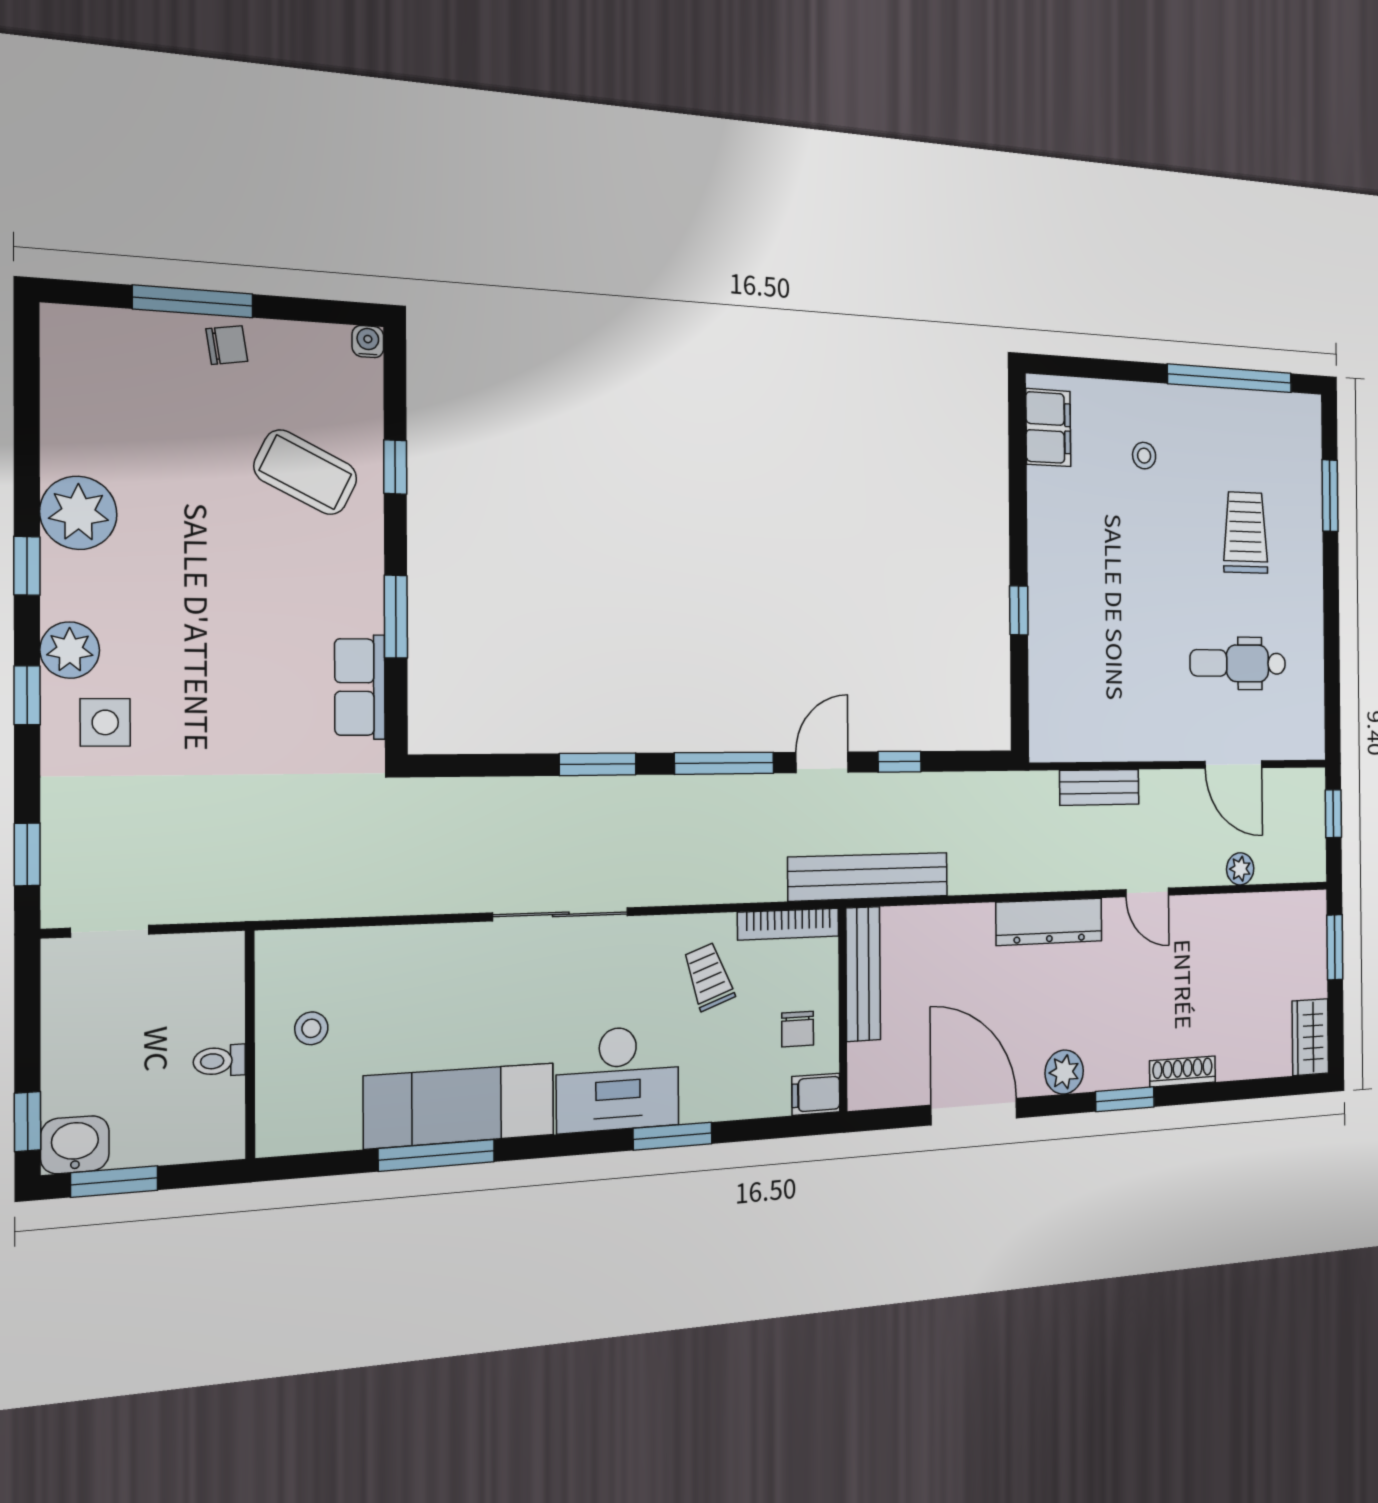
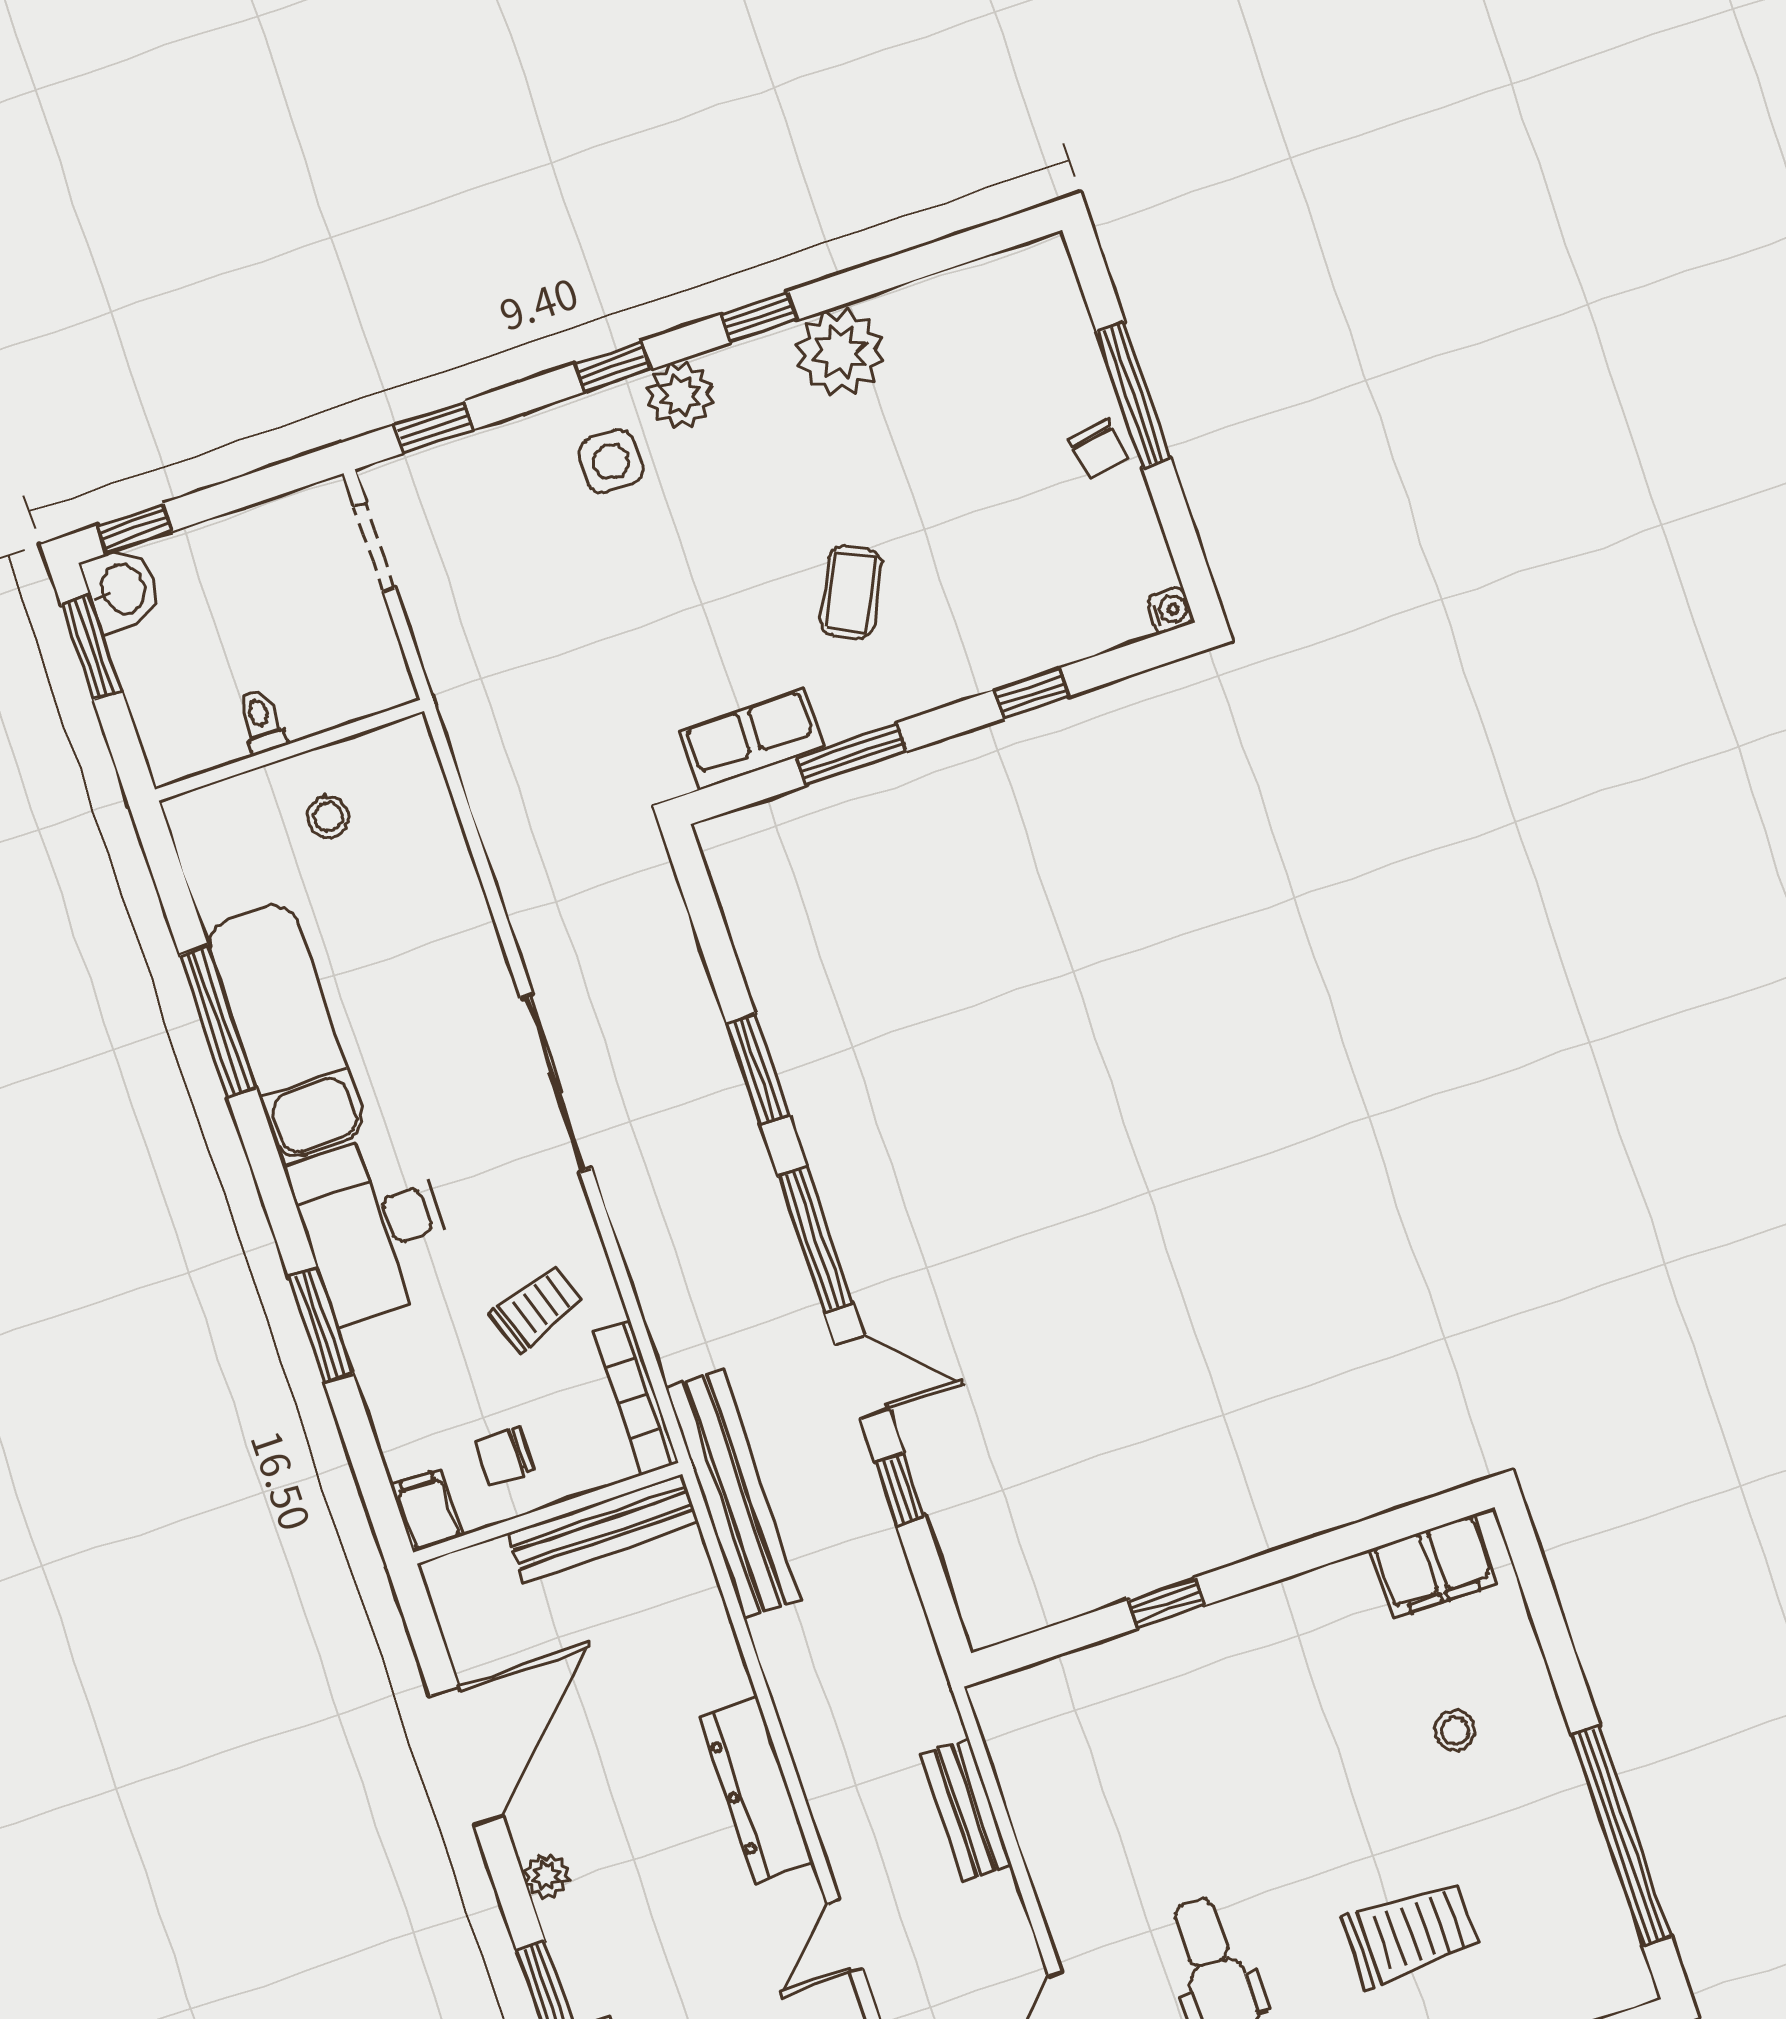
coffee table: (306, 472) -> (851, 592), moved, width x0.73, depth x0.77
plant: (1064, 1072) -> (547, 1876), width x0.73, depth x0.73

